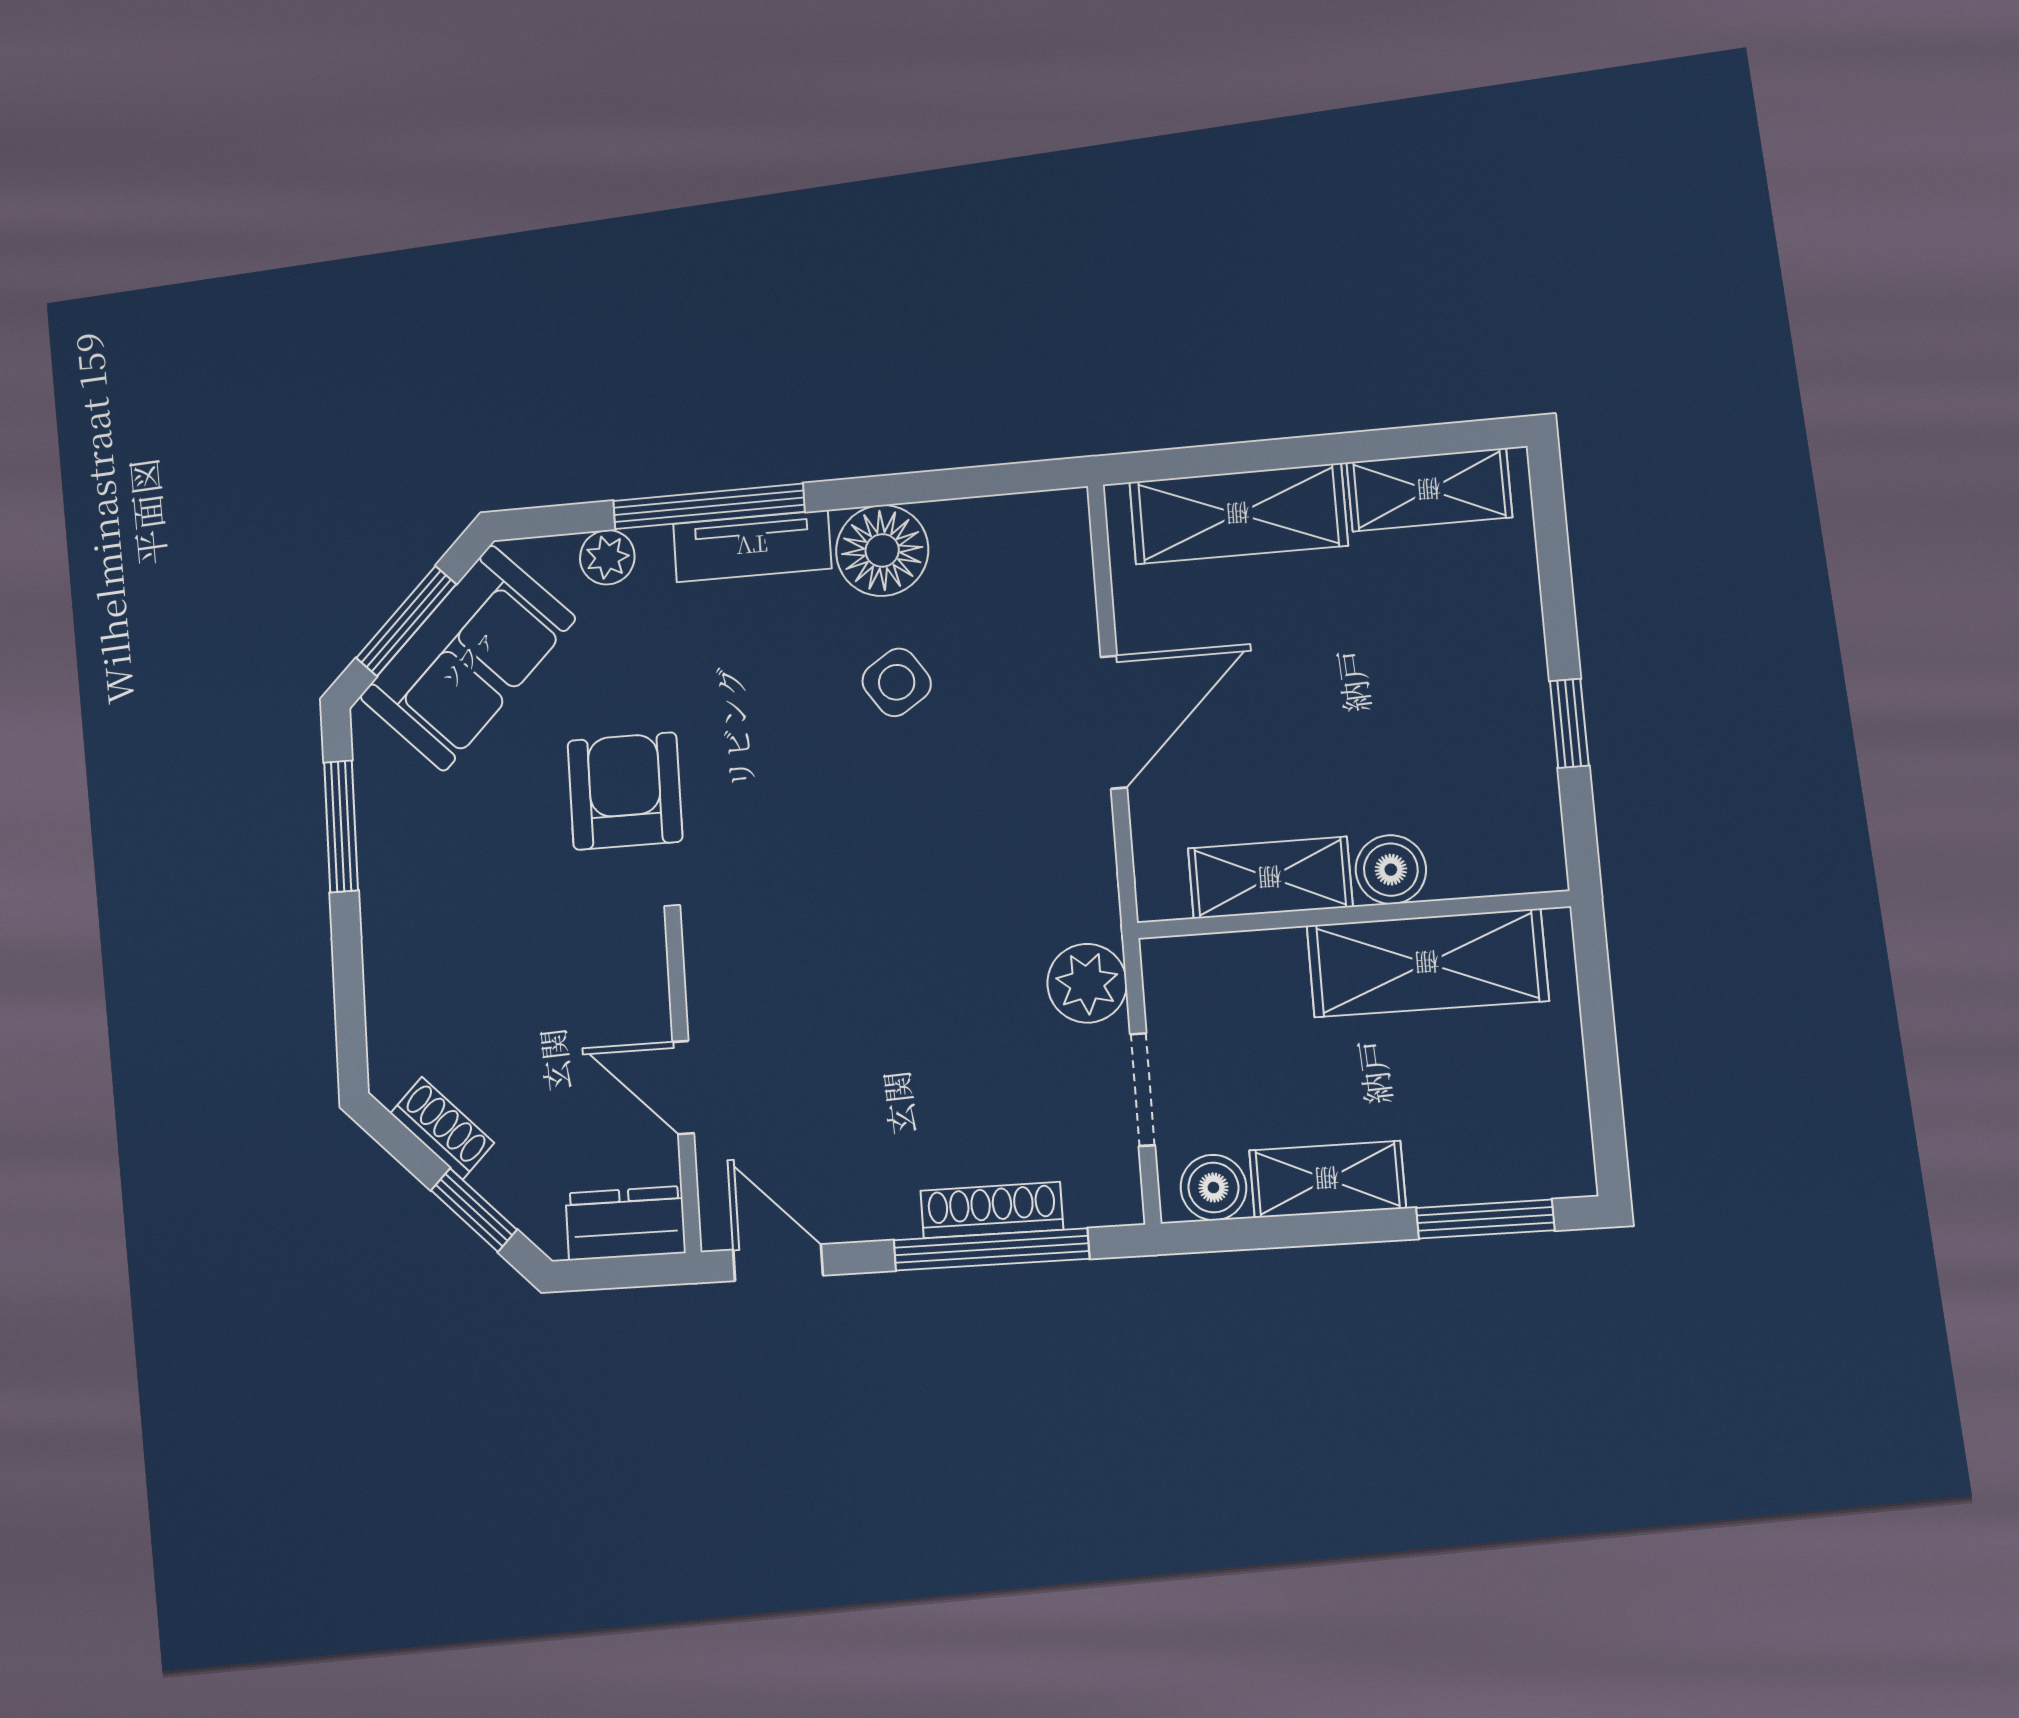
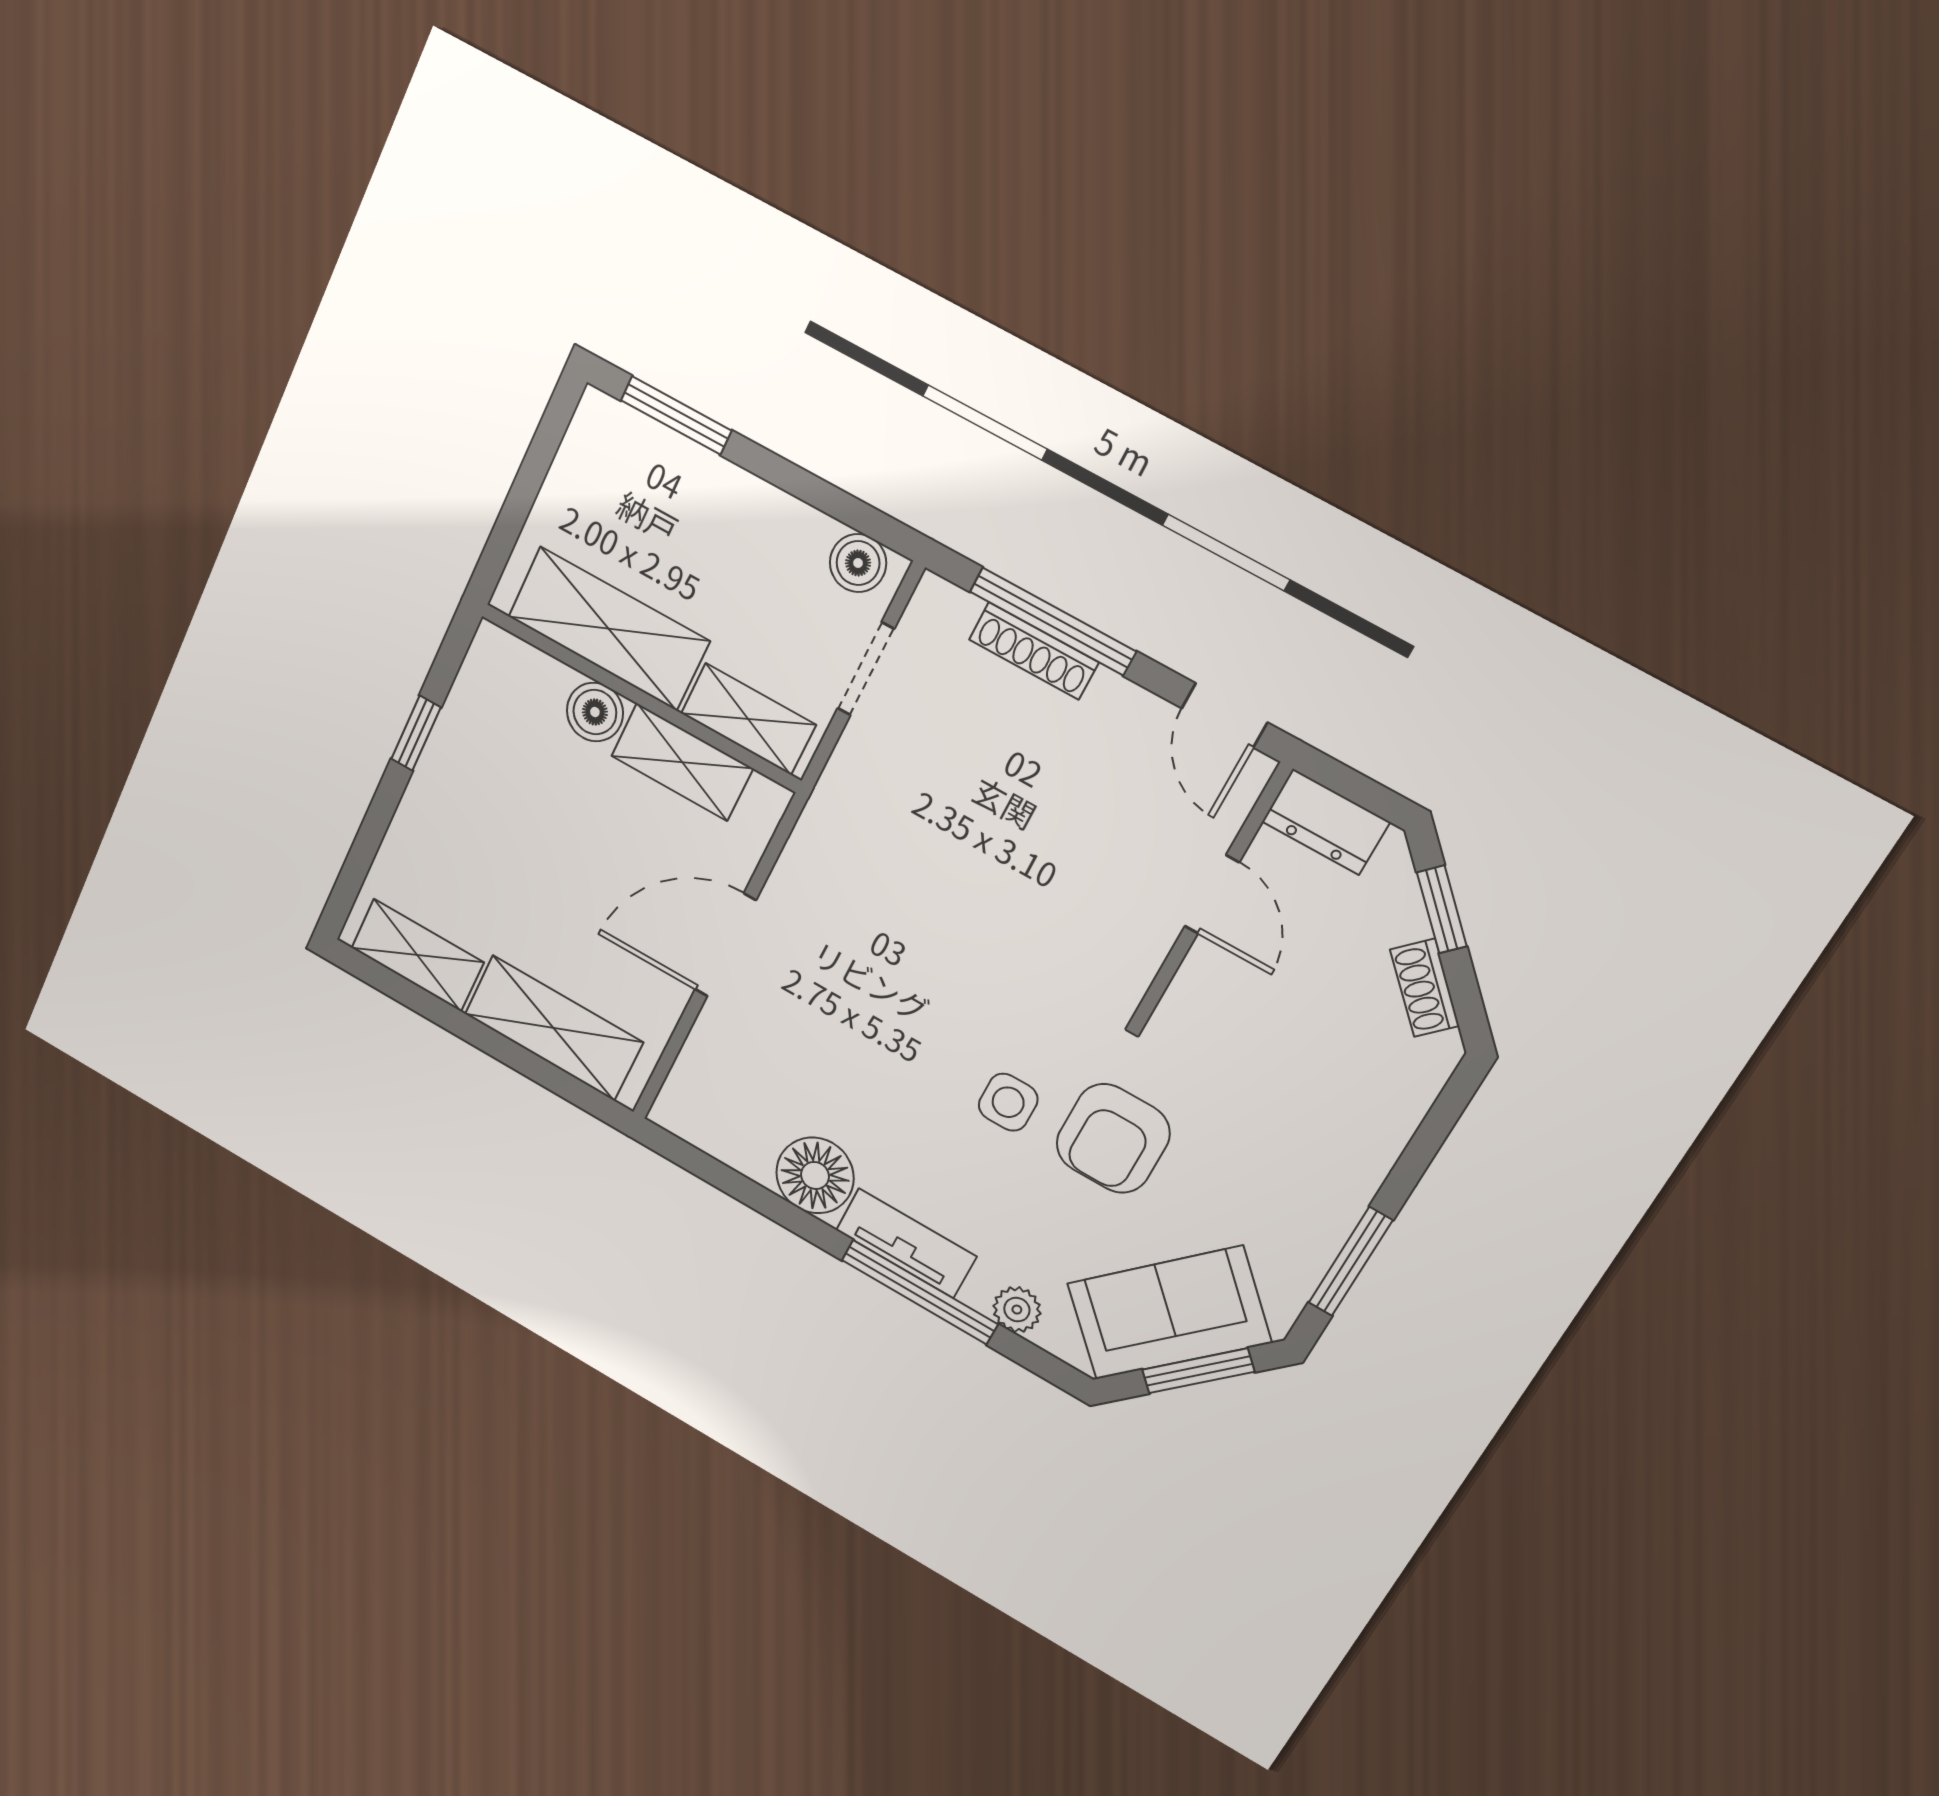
side table: (897, 682) -> (1008, 1102), moved, turned 34
plant: (1087, 983) -> (859, 773), removed
shelving: (1327, 1179) -> (748, 719), moved

